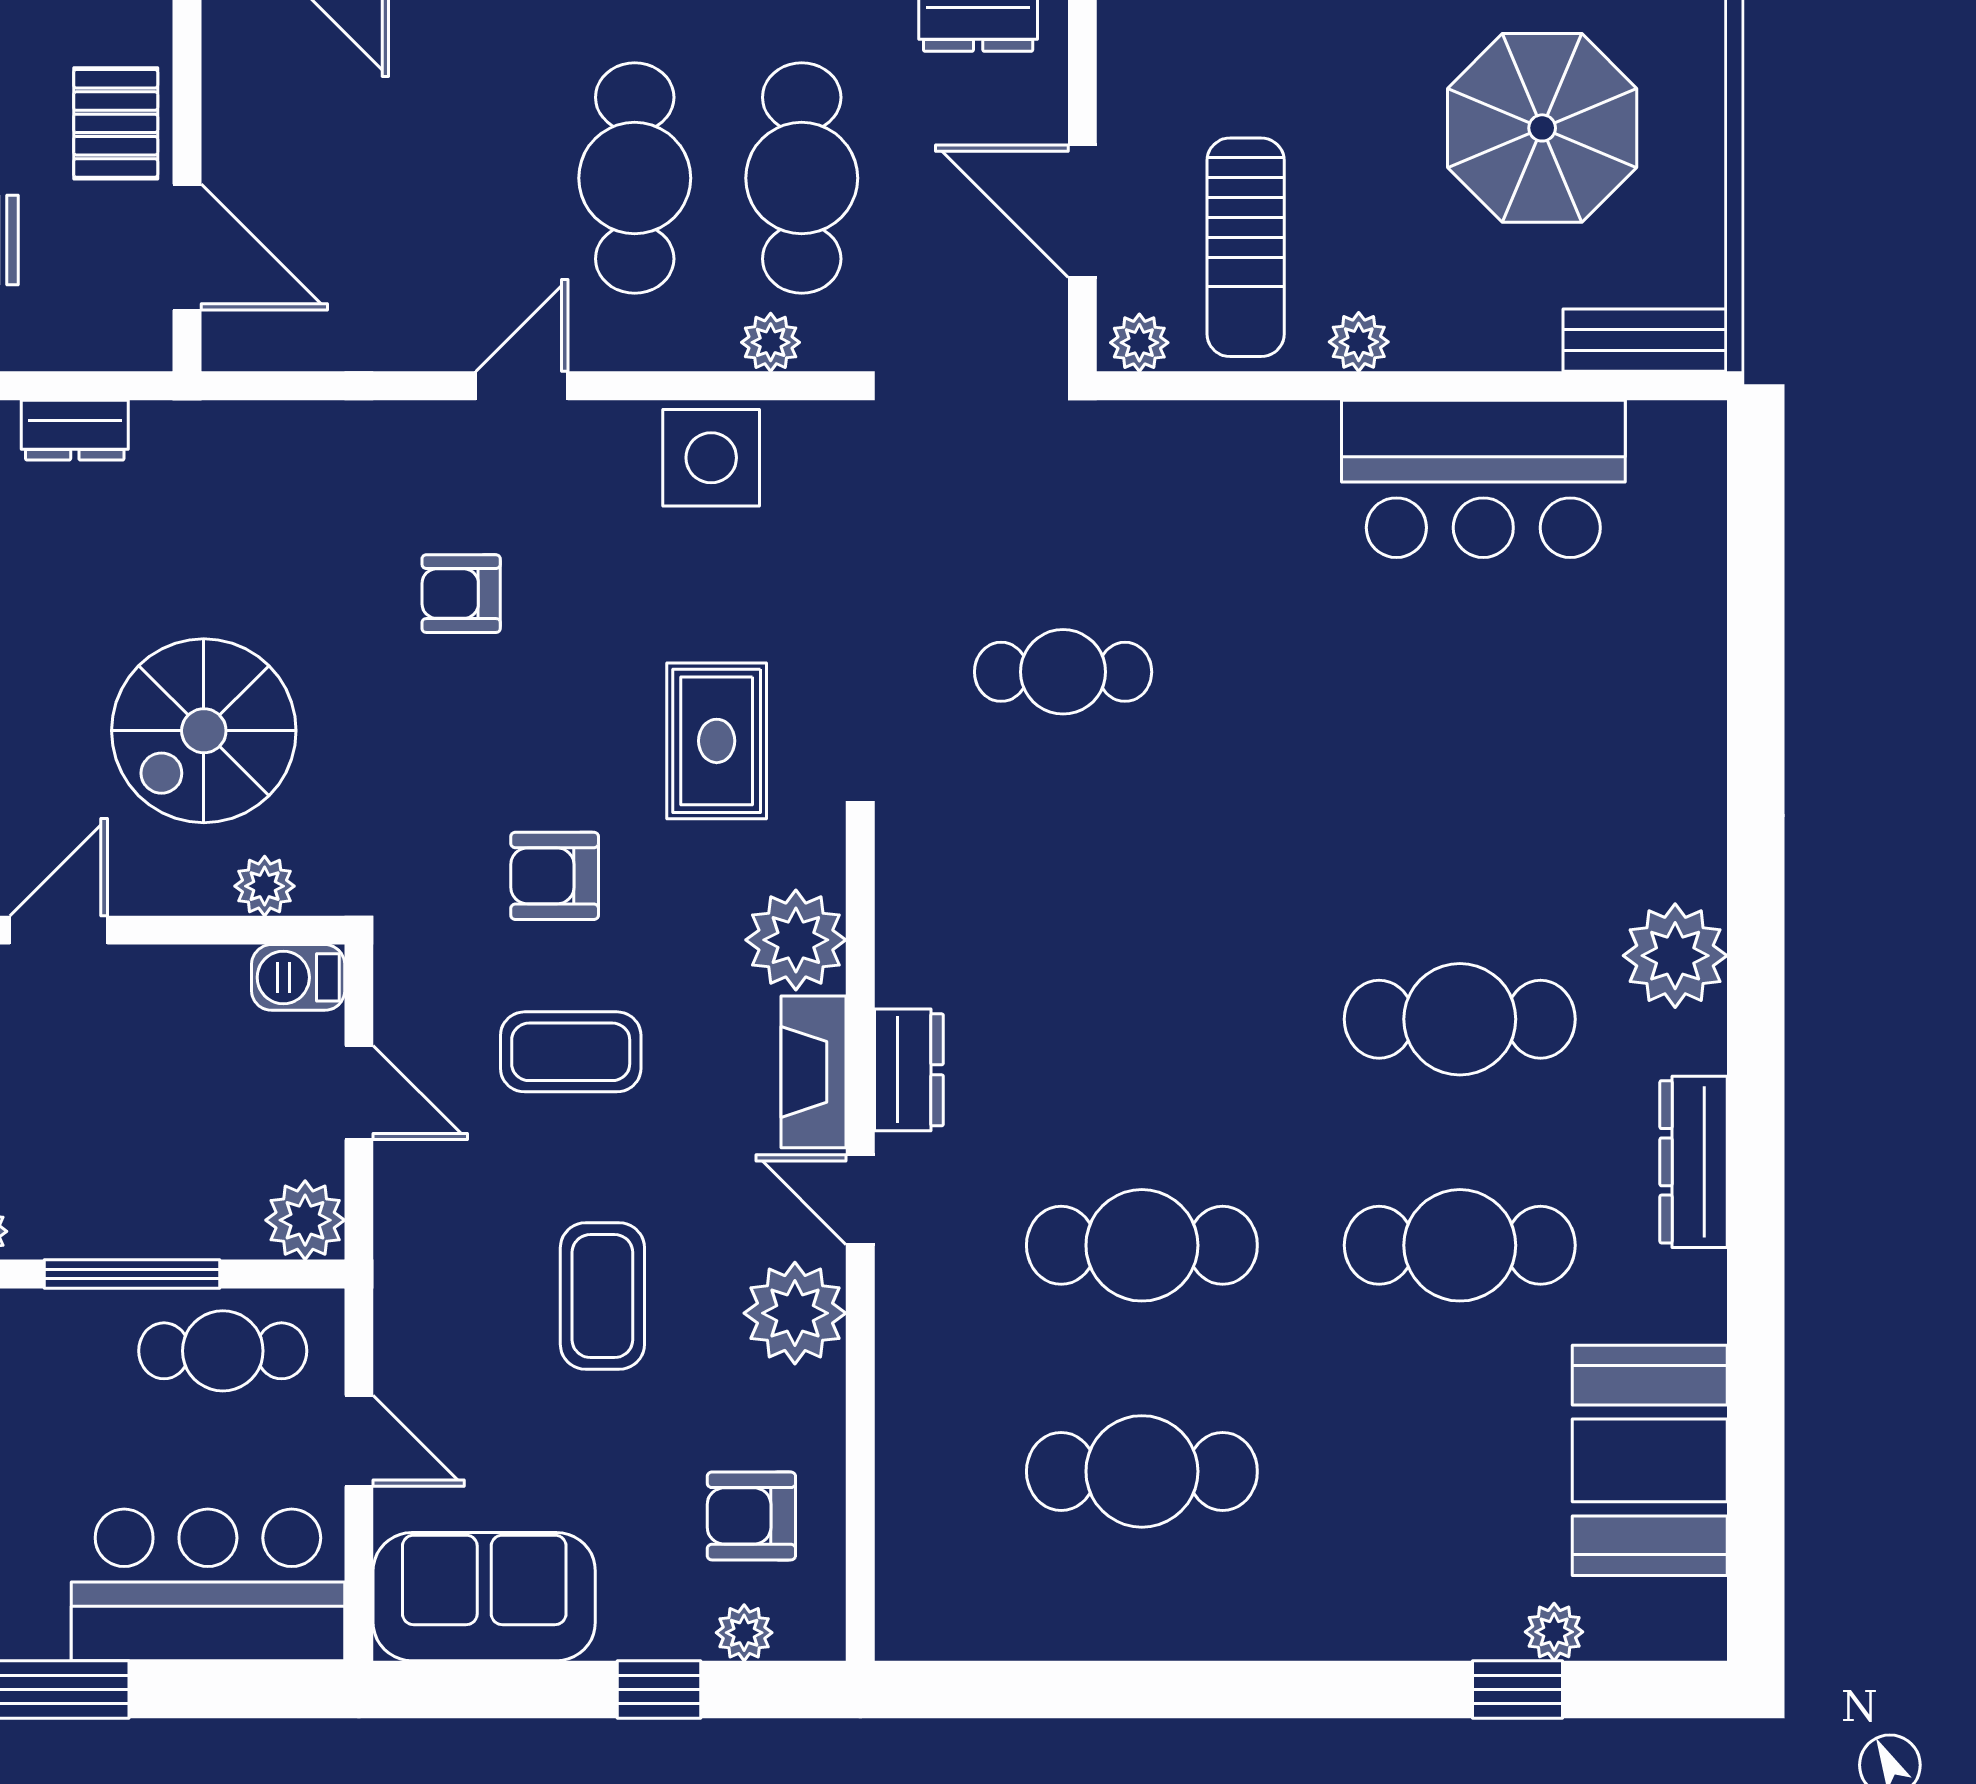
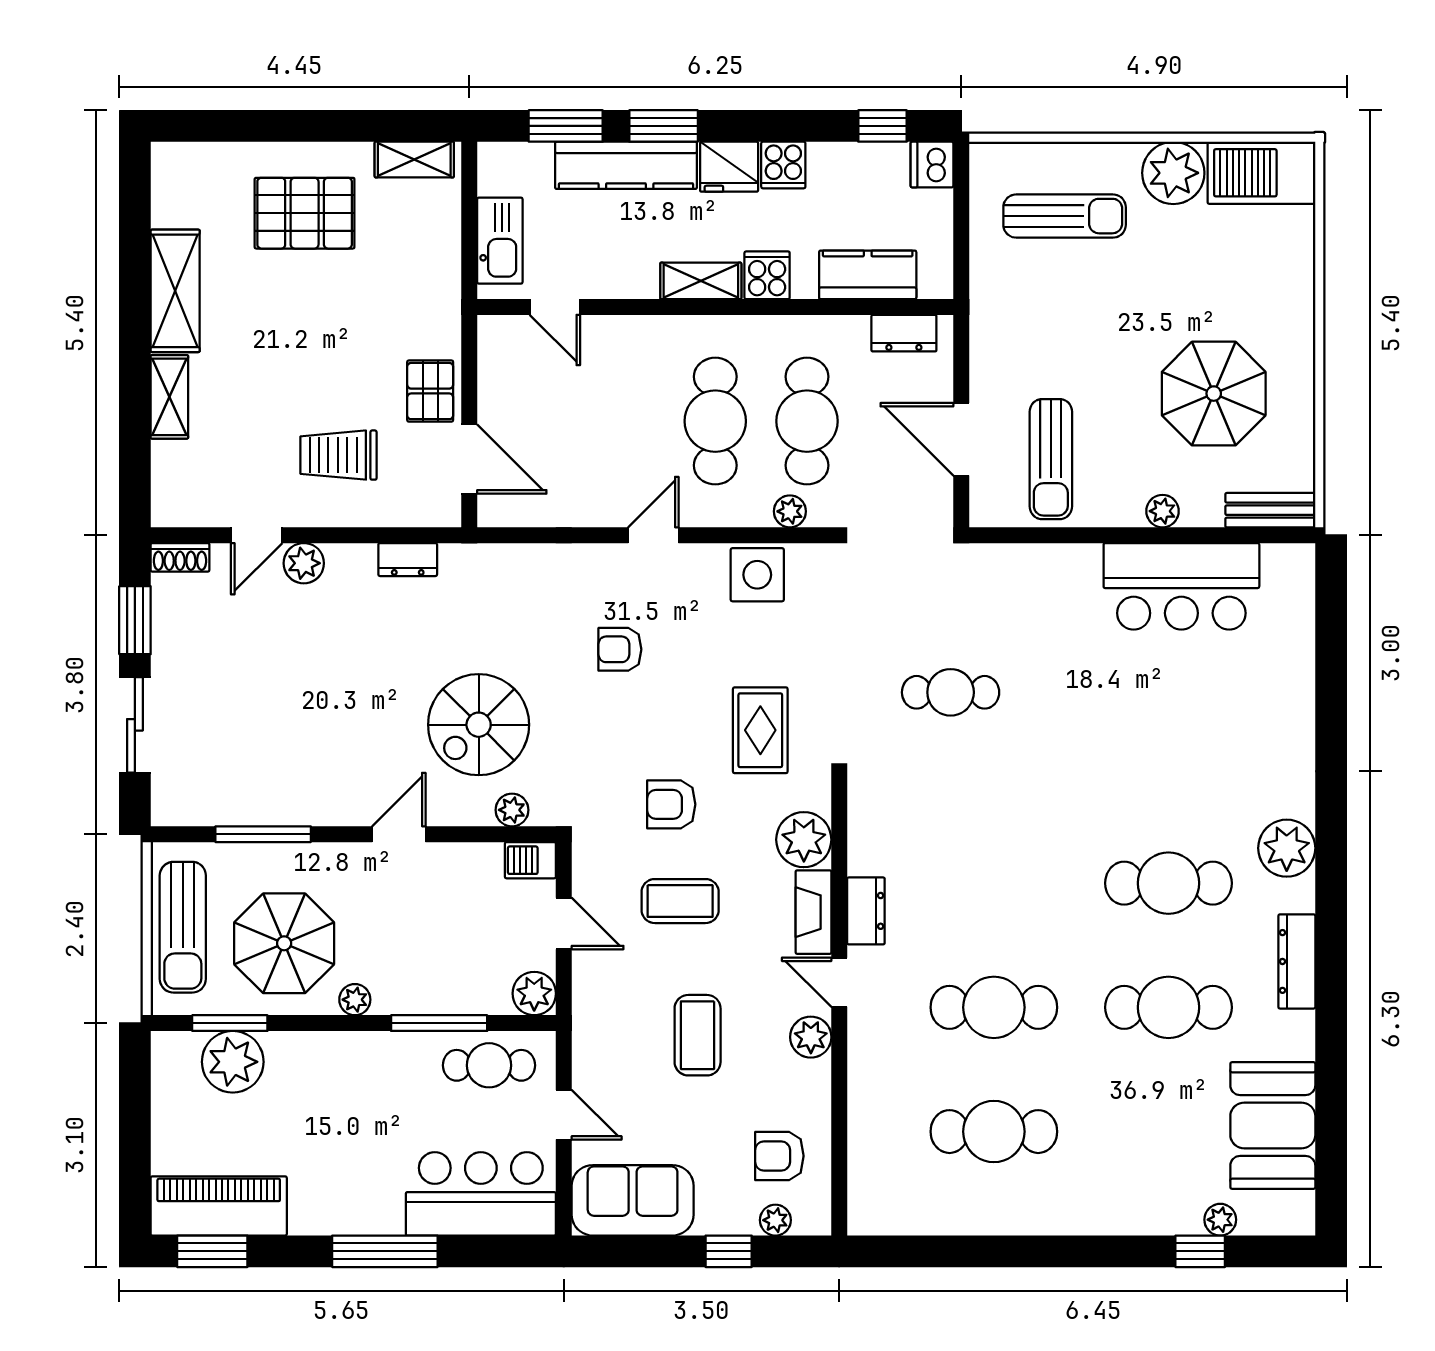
plant: (1359, 342) -> (1163, 511), moved
plant: (1139, 343) -> (992, 511), removed
plant: (795, 1313) -> (811, 1037), width x0.73, depth x0.73

